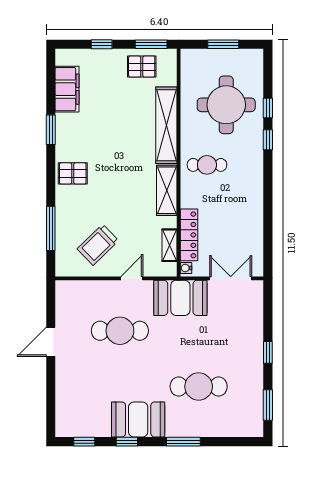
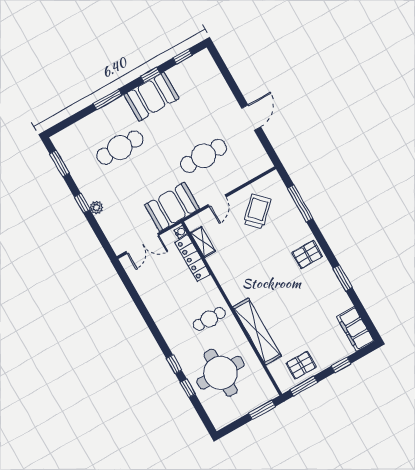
window: (223, 44) -> (262, 410), moved
filing cabinet: (67, 89) -> (355, 329), moved
shelving: (167, 190) -> (229, 282), removed
plant: (256, 340) -> (96, 207), added

